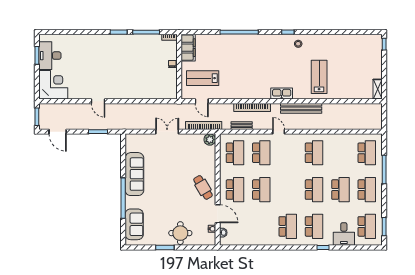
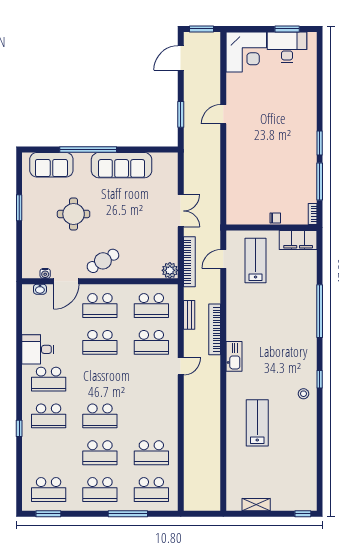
lab bench: (319, 77) -> (257, 423), turned -90
shelving: (378, 89) -> (256, 505), moved
kitchen sink: (282, 94) -> (234, 356), moved
bench: (301, 108) -> (213, 398), removed
school desk: (314, 153) -> (151, 453), moved
round table: (180, 233) -> (74, 214), moved
desk: (344, 234) -> (38, 349), moved

